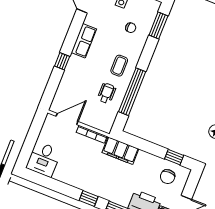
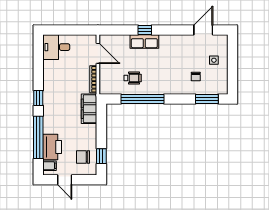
row of seats: (84, 41) -> (144, 42), moved
coffee table: (119, 66) -> (160, 80), removed

